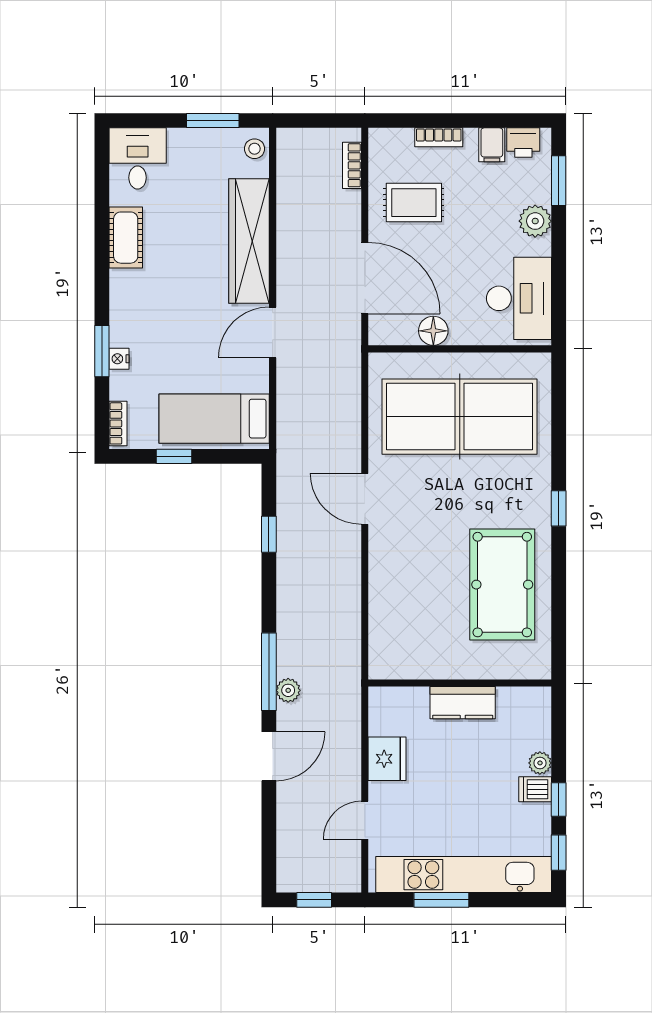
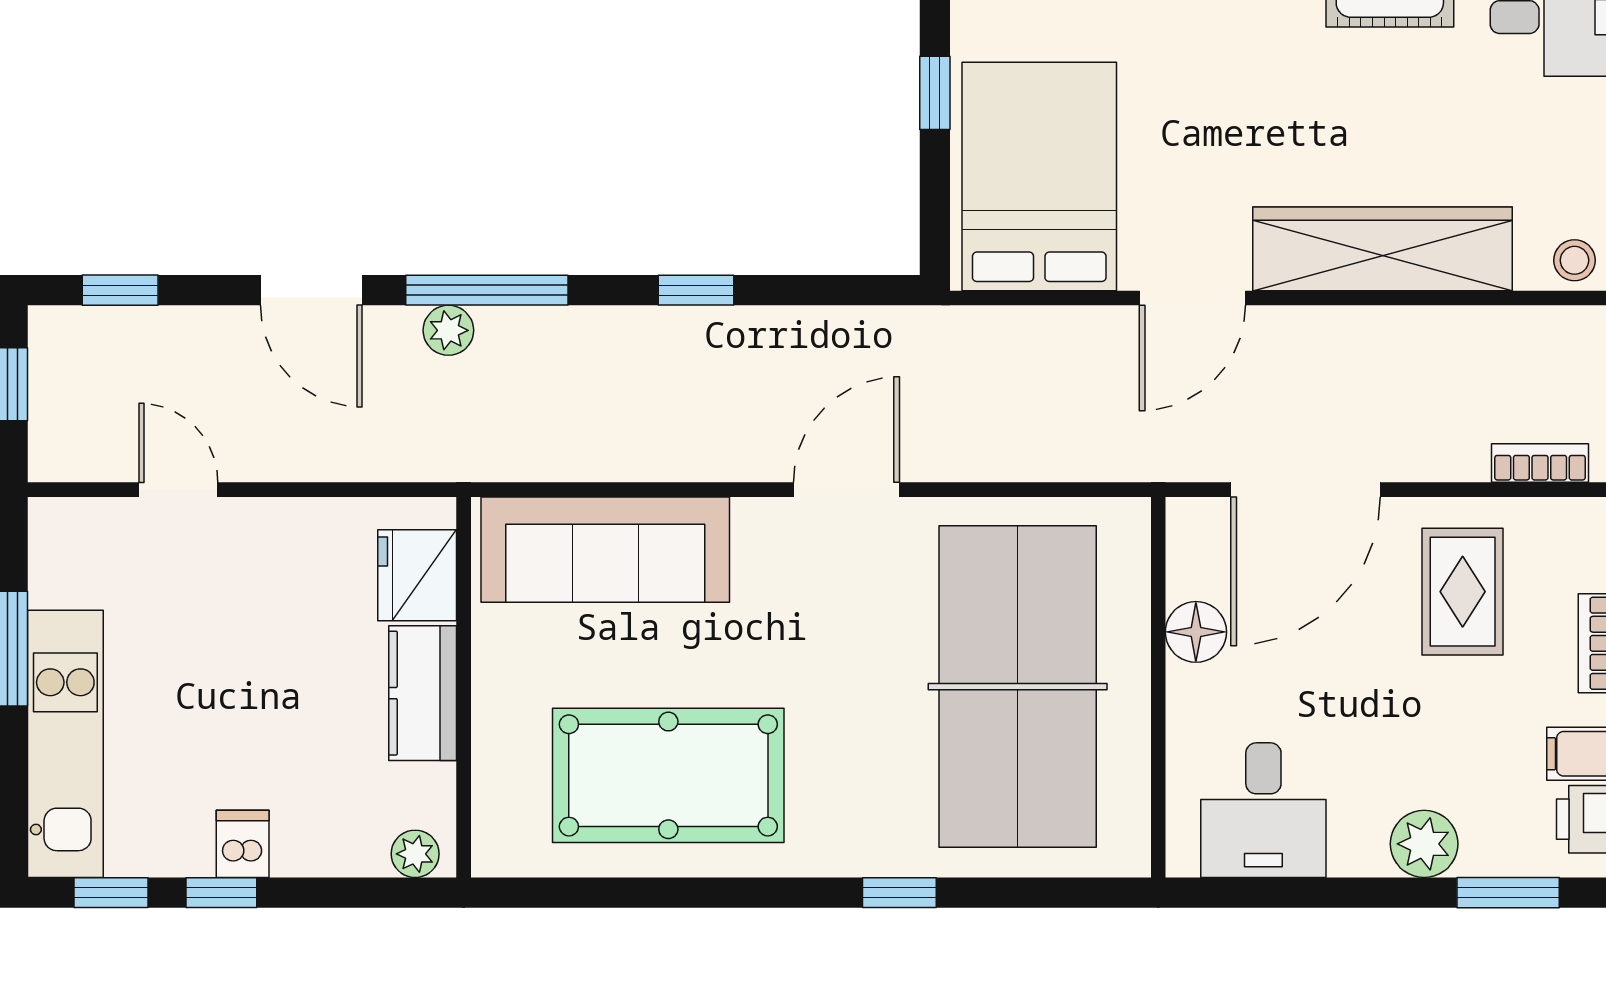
desk: (519, 298) -> (1263, 810), width x0.73
door: (273, 333) -> (1192, 298), swing flipped
bed: (214, 419) -> (1039, 177), width x1.50
window: (559, 508) -> (899, 893), moved
window: (269, 534) -> (696, 290), moved
sofa: (394, 615) -> (605, 550), added
fridge: (387, 759) -> (417, 575), moved, turned 90
plant: (540, 763) -> (415, 854), moved
window: (269, 848) -> (120, 290), added
kitchen unit: (464, 875) -> (65, 744), width x0.73

